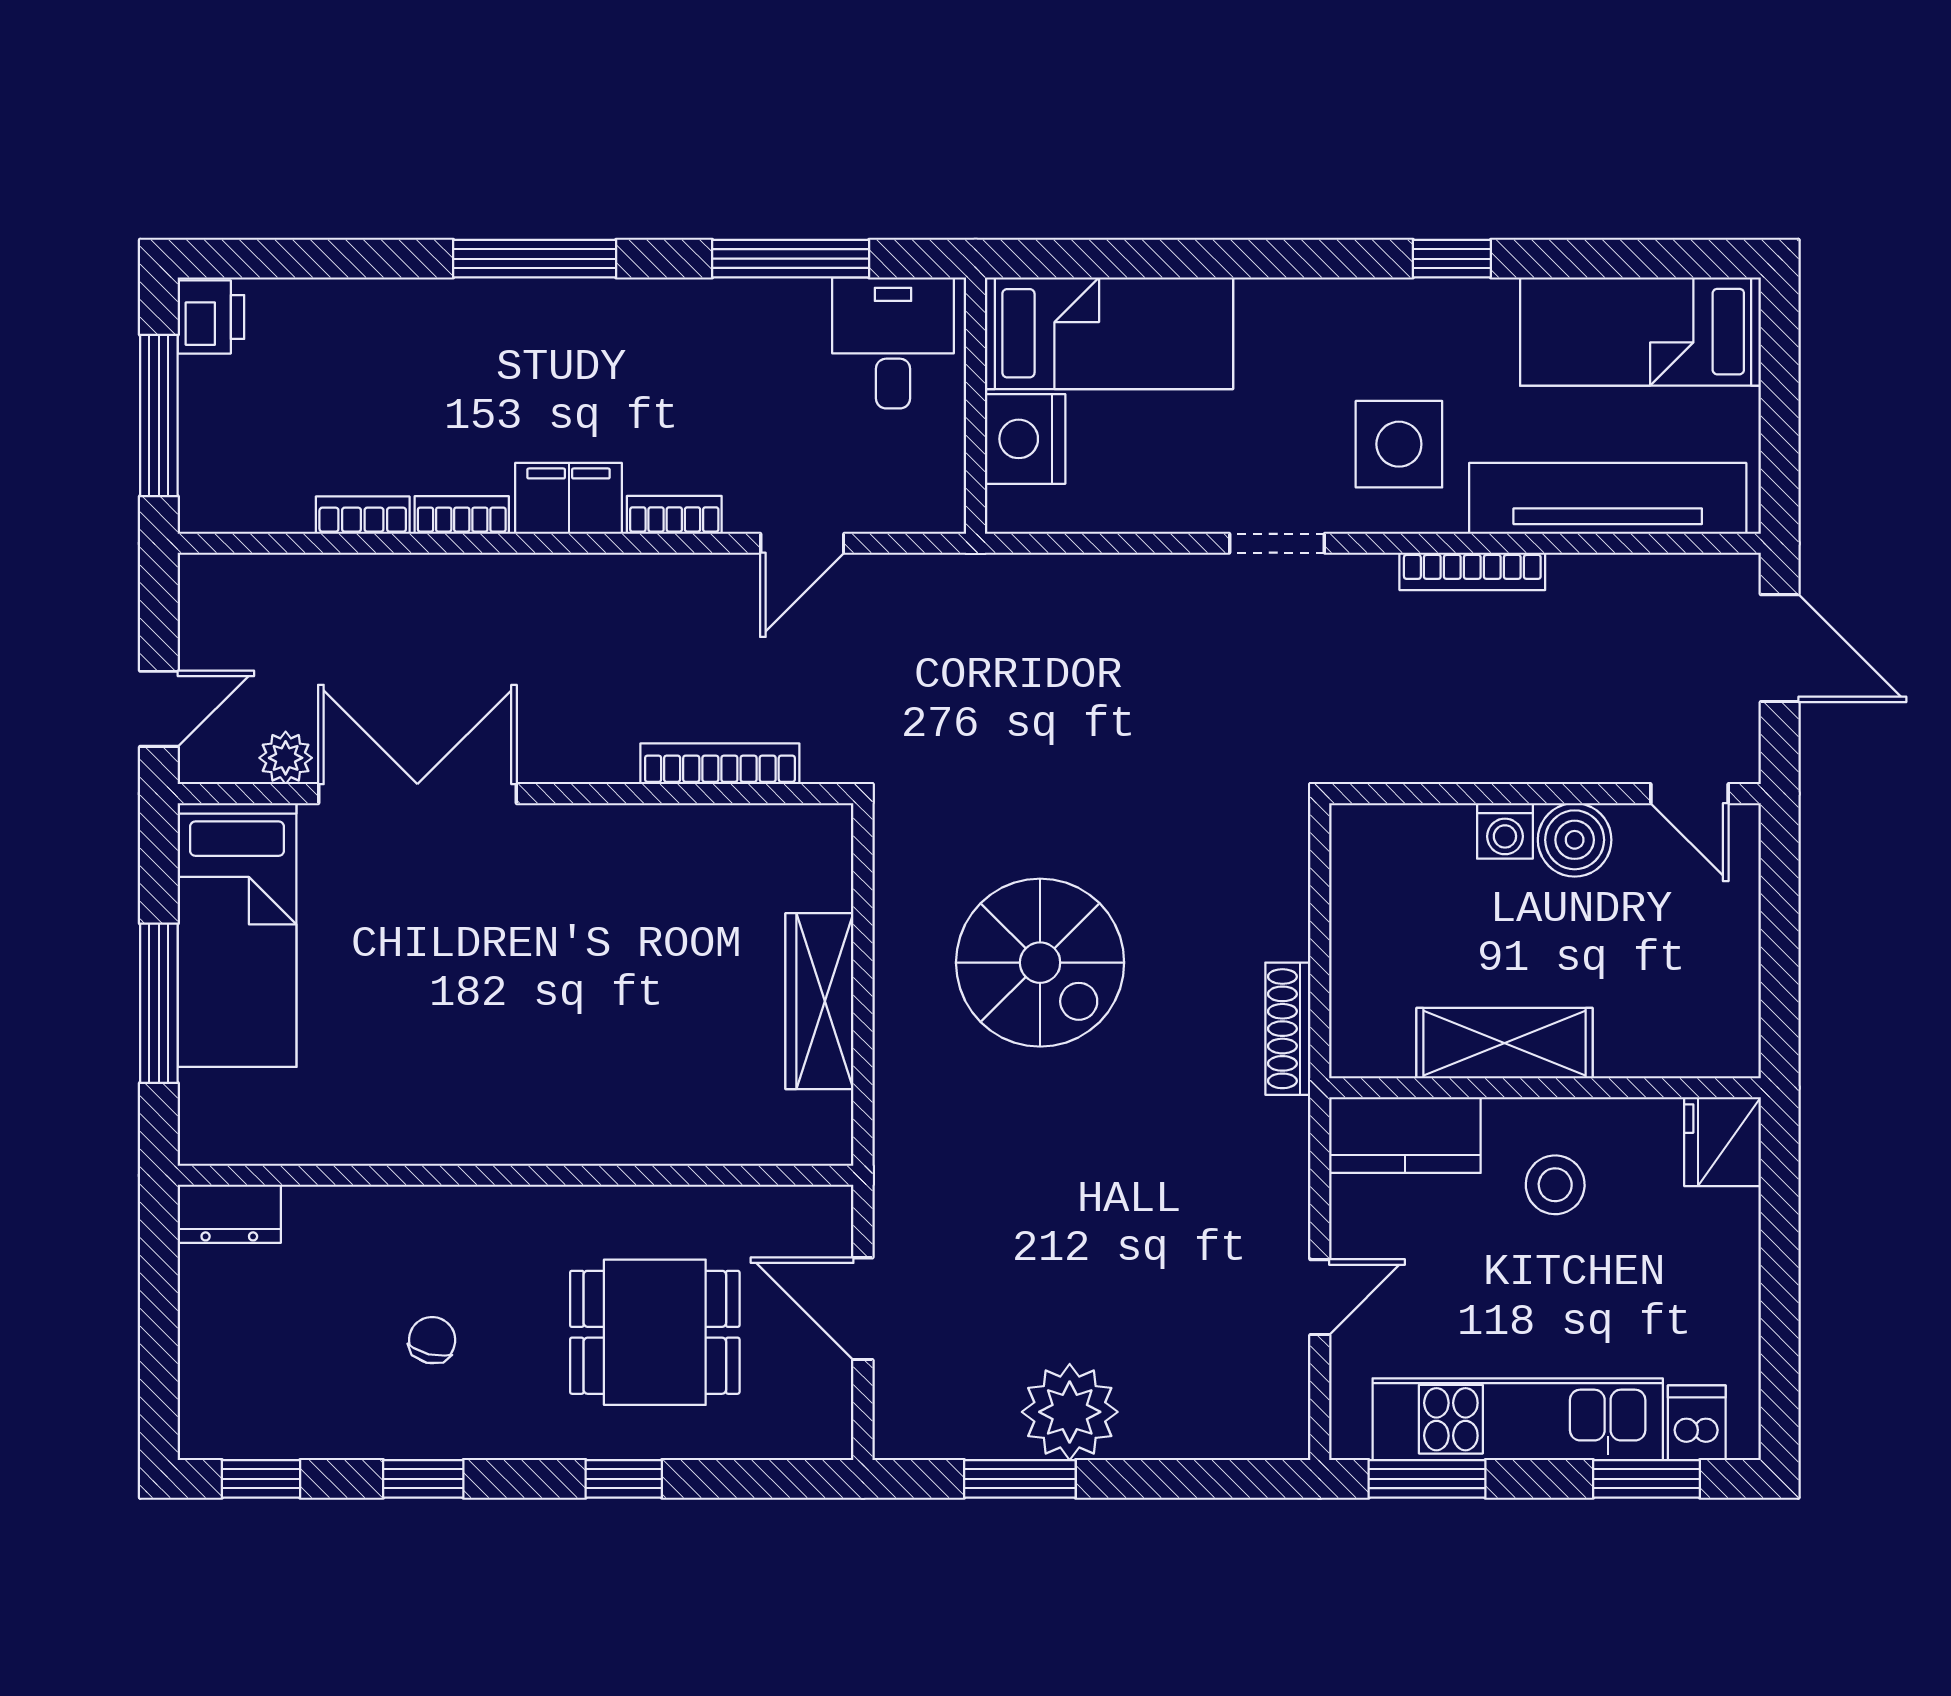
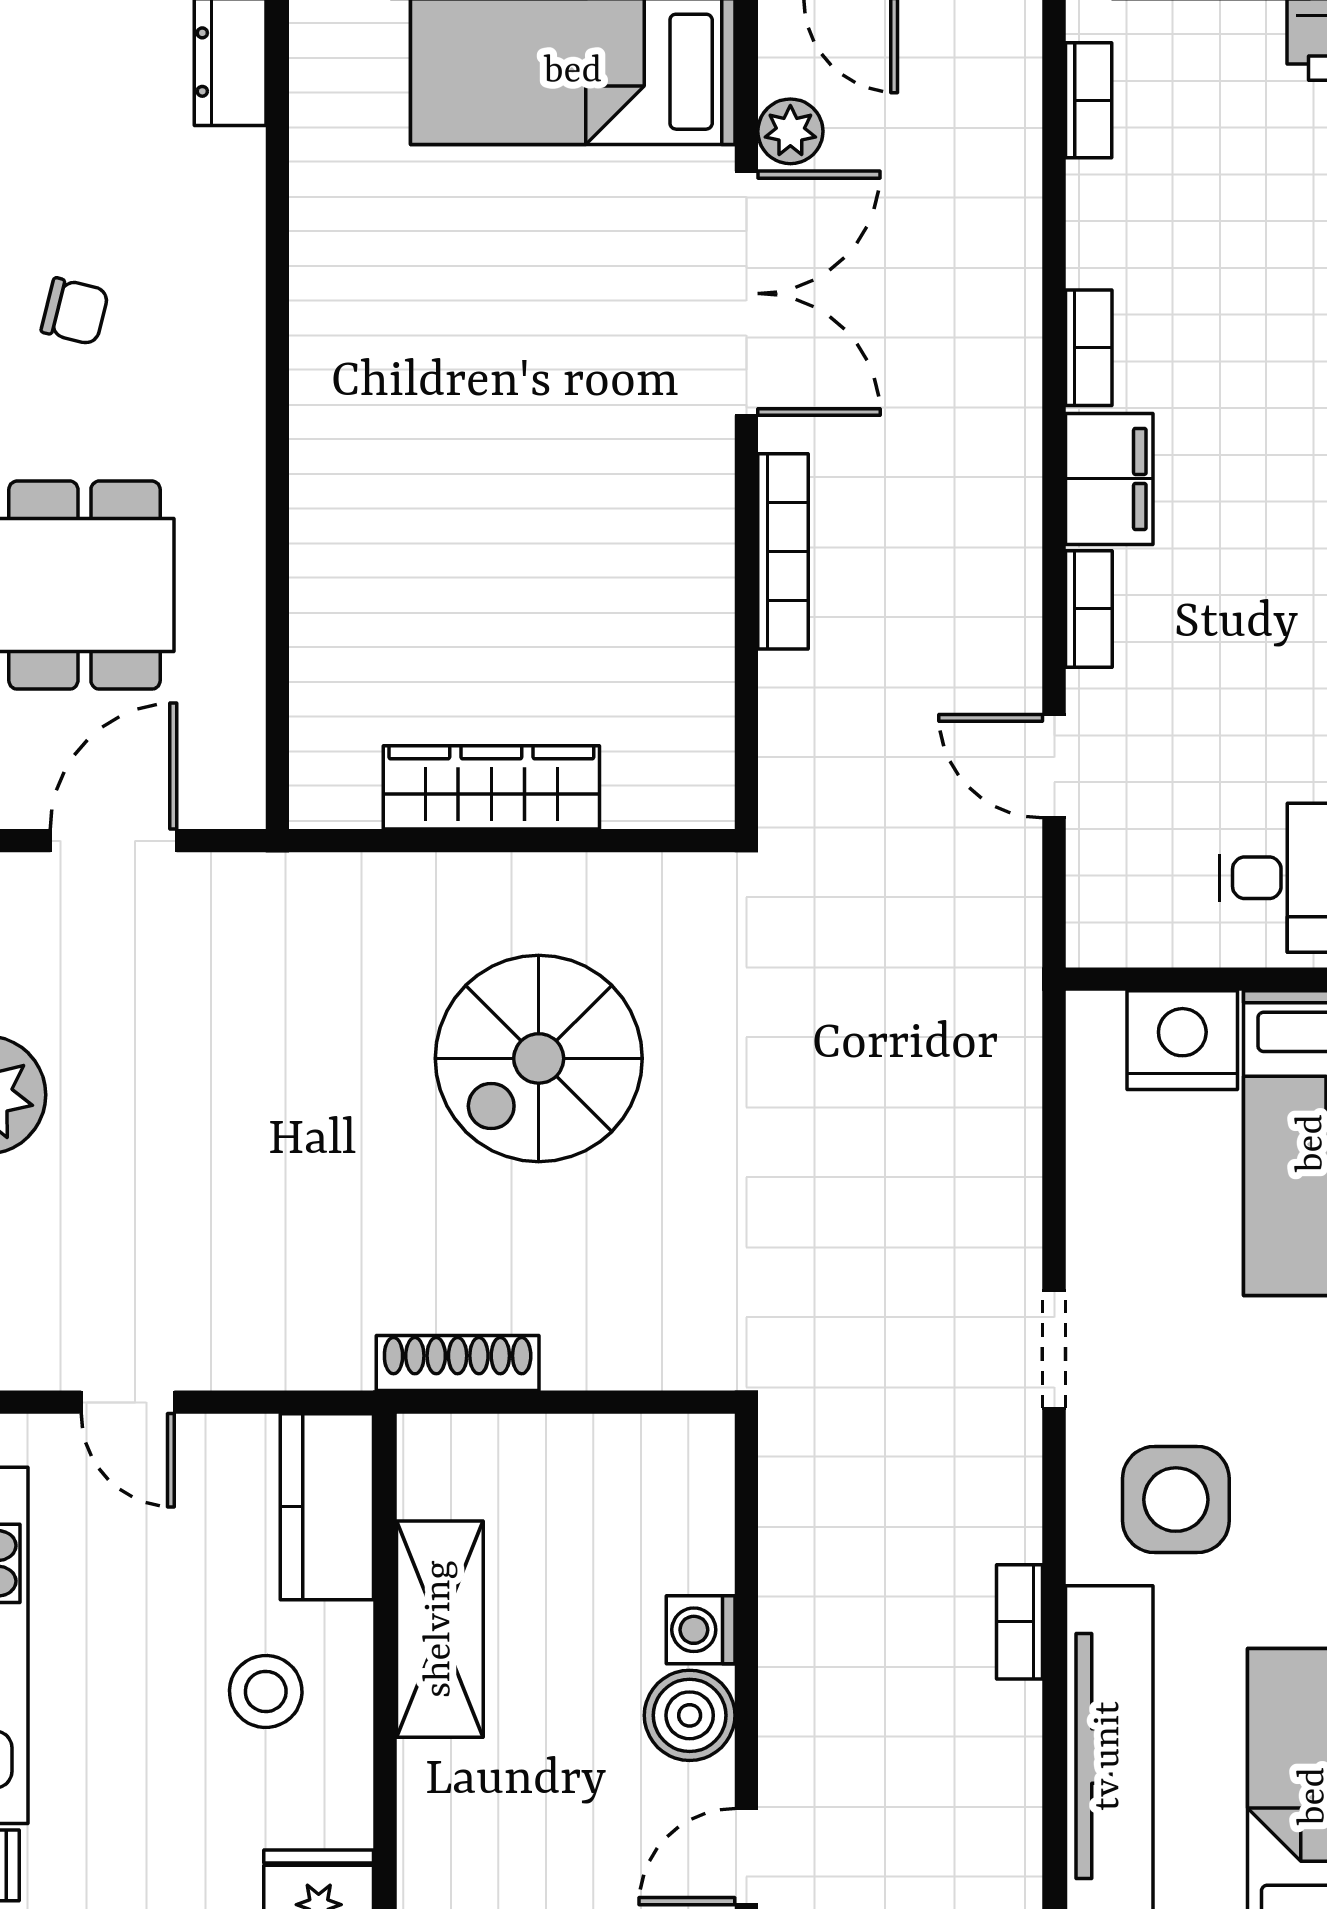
bookcase: (363, 515) -> (1089, 100), moved
bookcase: (1472, 571) -> (1020, 1622), width x0.64
bookcase: (720, 764) -> (783, 551), moved

